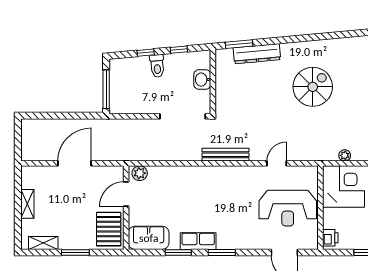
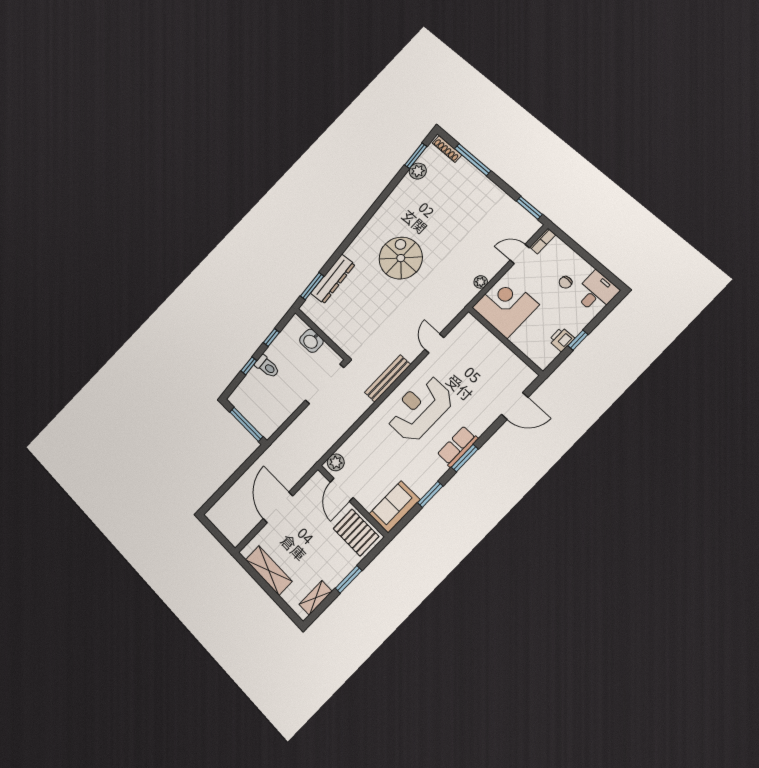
shelving: (27, 204) -> (269, 571), width x1.50, depth x1.33
reception desk: (288, 208) -> (420, 409), moved, turned 180
printer: (330, 238) -> (562, 339), moved, turned -90
row of seats: (198, 241) -> (458, 446), moved

